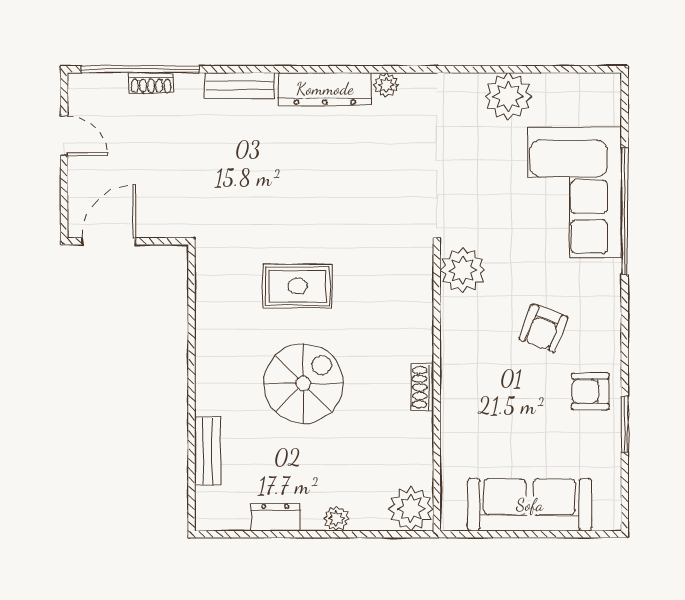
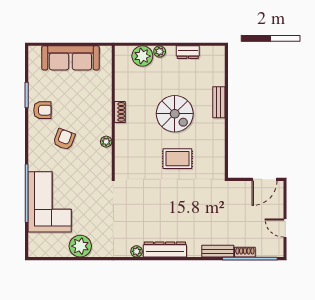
bench: (240, 86) -> (218, 251), moved
plant: (463, 270) -> (106, 142), moved, width x0.53, depth x0.53
spiral stairs: (303, 384) -> (175, 114), turned -90
bench: (208, 451) -> (219, 102), moved
plant: (411, 509) -> (142, 56), moved

